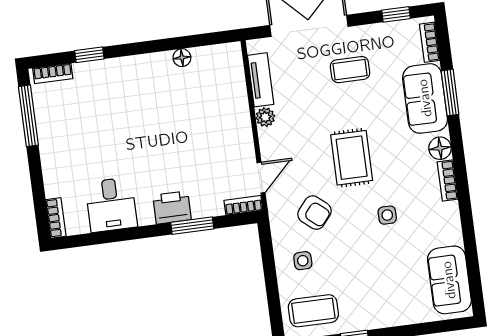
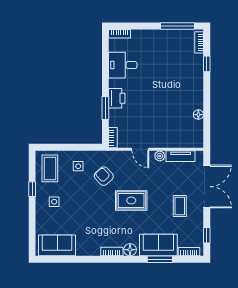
door: (261, 178) -> (140, 149), moved
armchair: (314, 213) -> (104, 176), turned 97
side table: (387, 215) -> (54, 202), moved

